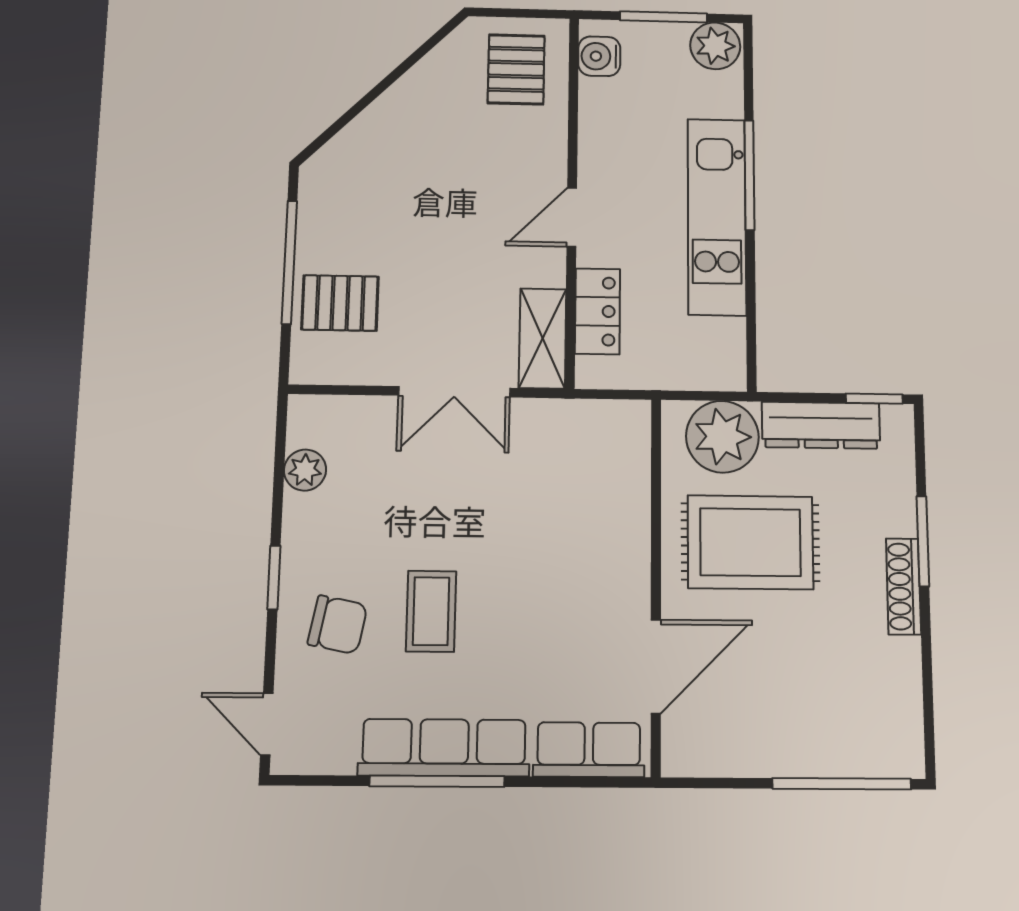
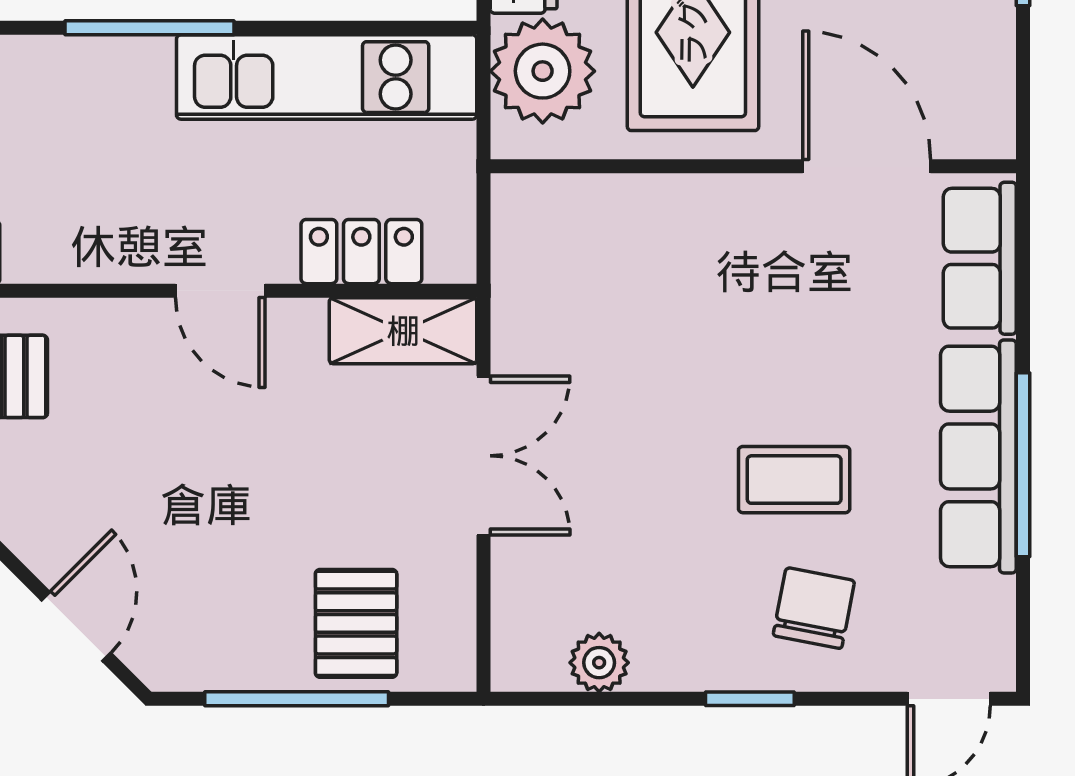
door: (346, 119) -> (76, 627), added
kitchen unit: (717, 216) -> (327, 77), moved

